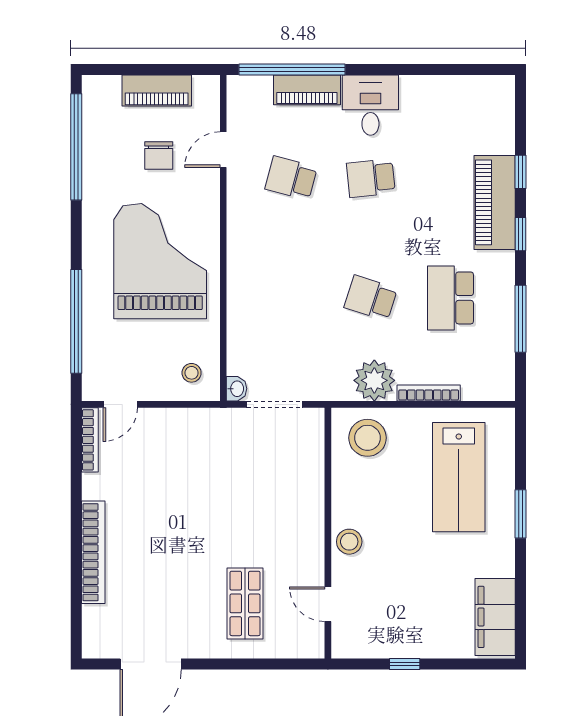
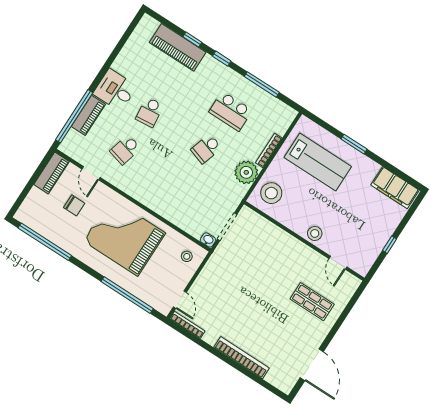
piano: (157, 90) -> (51, 173), moved
piano: (495, 202) -> (178, 47), moved
door: (328, 604) -> (338, 263), hinge flipped

